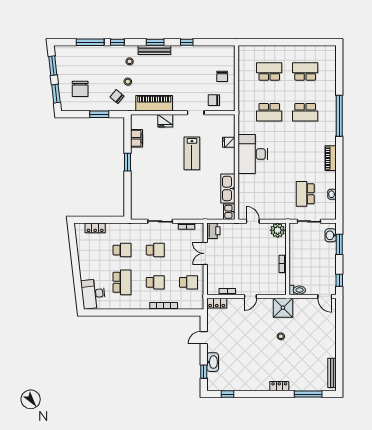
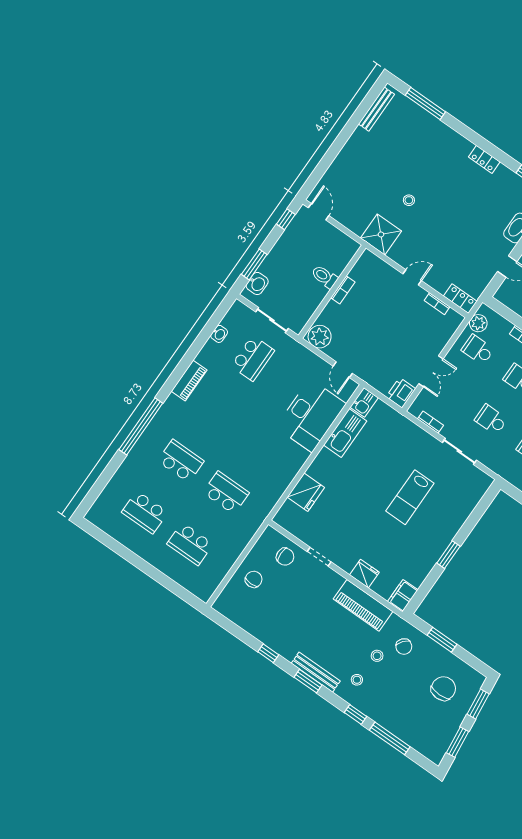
filing cabinet: (137, 138) -> (403, 596), moved
fridge: (229, 142) -> (306, 492), width x1.88, depth x1.34
lab bench: (192, 153) -> (410, 497), moved, turned 180
desk: (253, 154) -> (311, 415), moved
toilet: (297, 290) -> (324, 277), moved
plant: (198, 297) -> (478, 323), added
locker: (279, 386) -> (484, 159), moved

